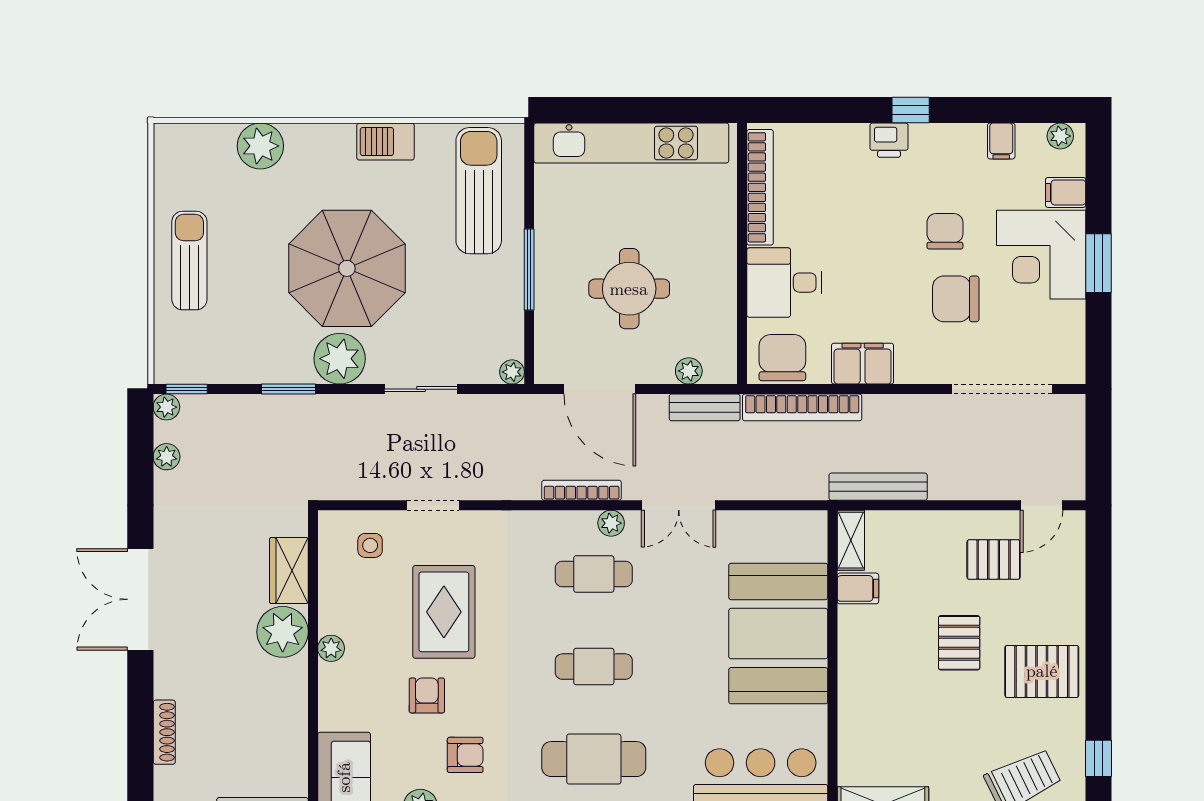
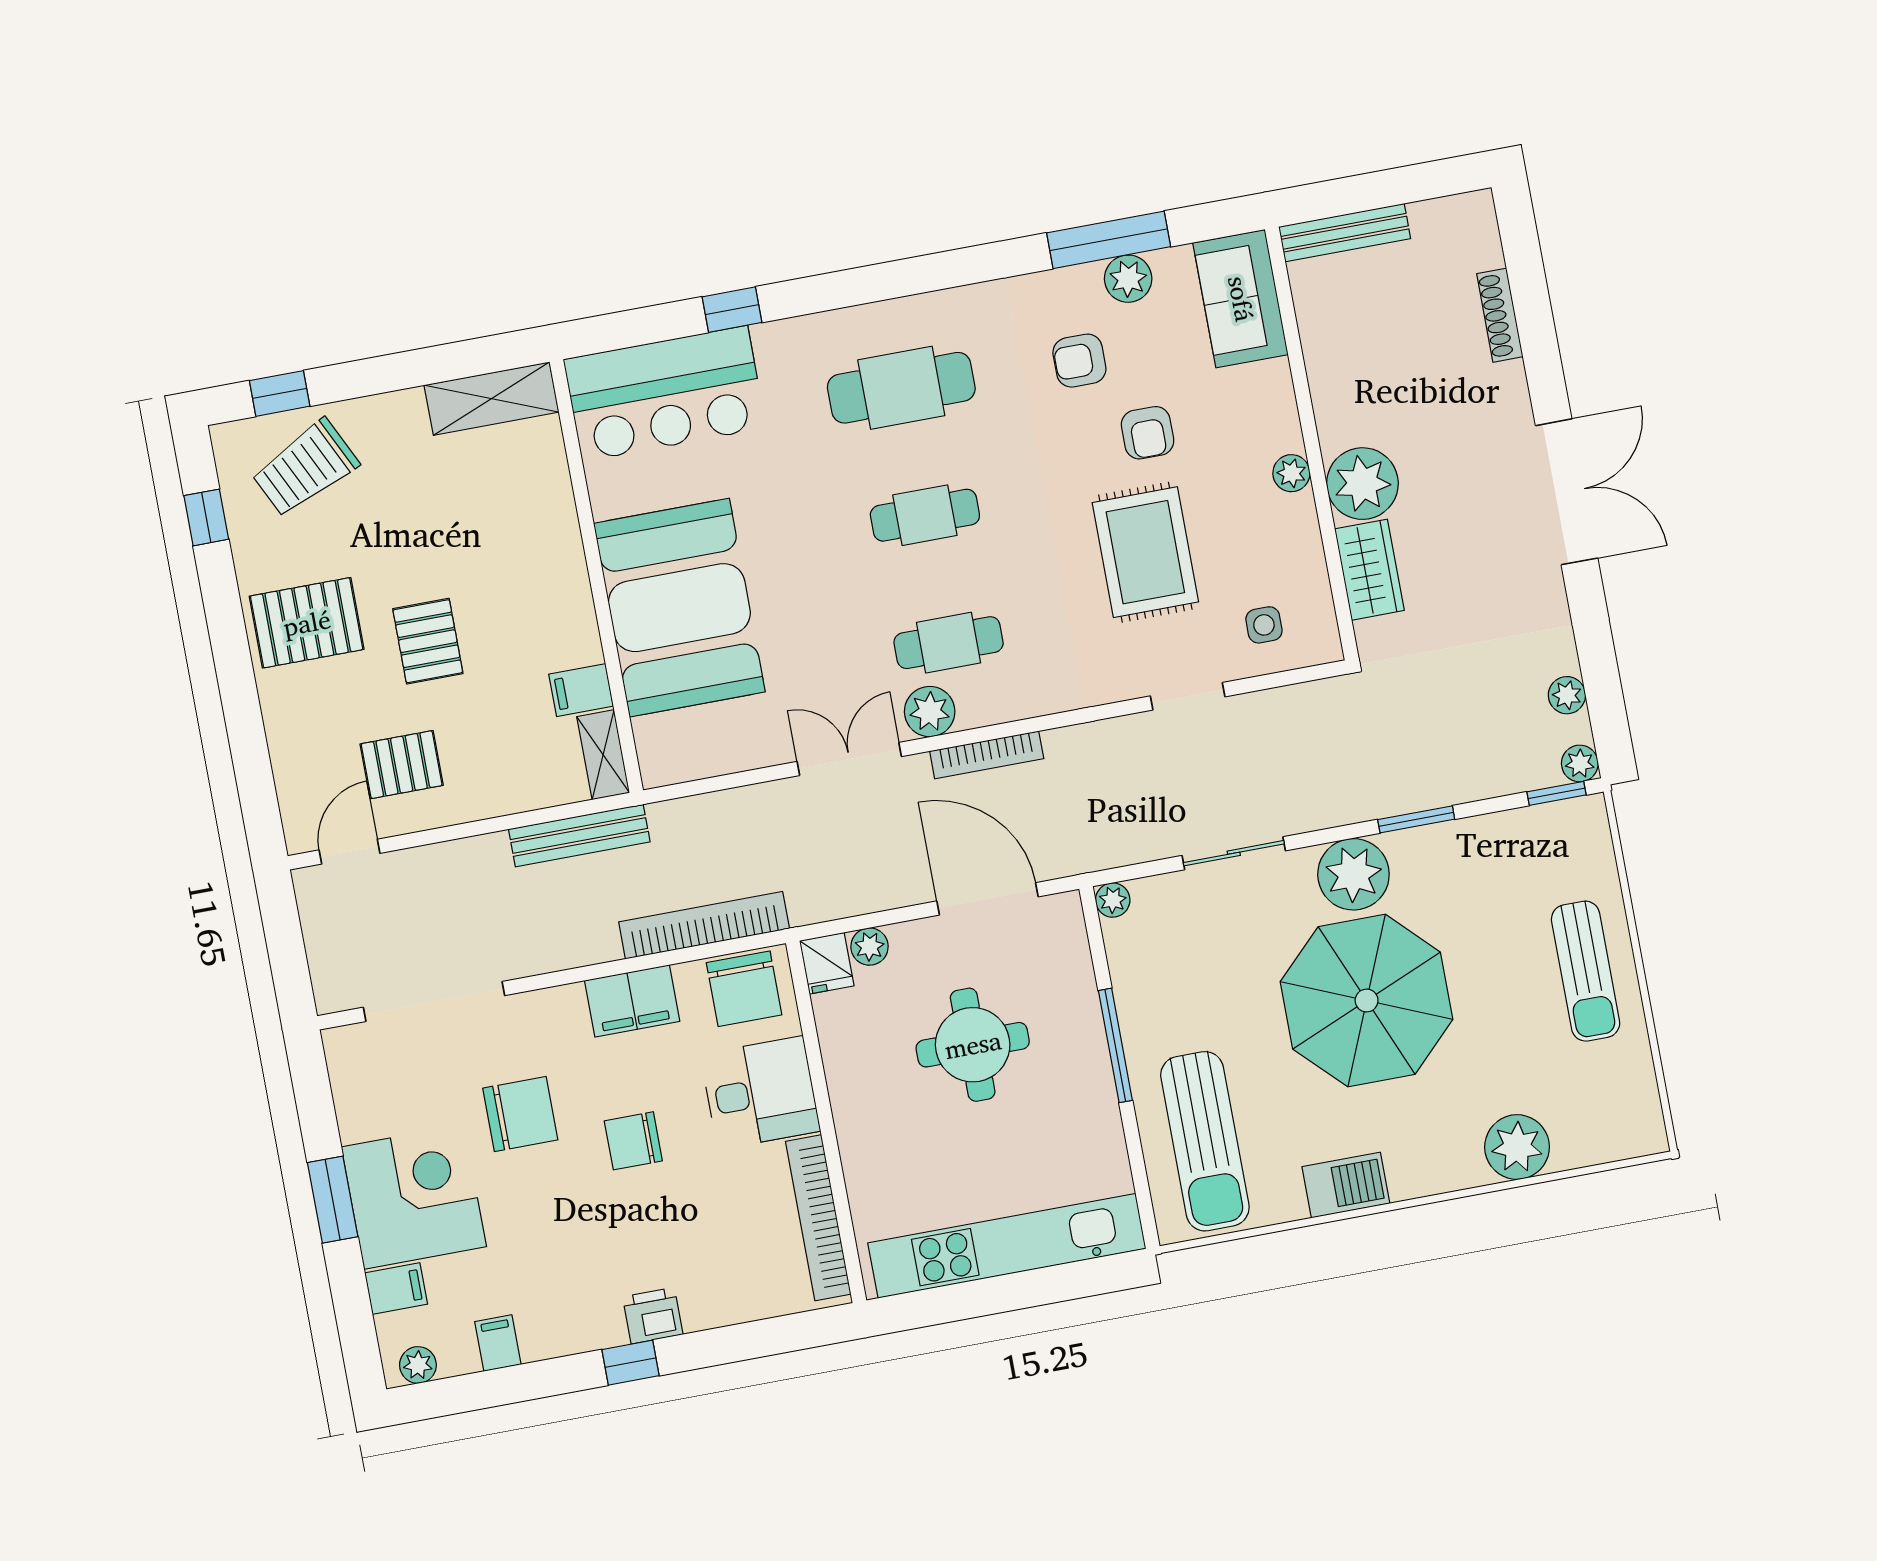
chair: (945, 231) -> (633, 1141), moved, turned 90
fridge: (721, 365) -> (827, 963), added
bench: (705, 407) -> (838, 900), removed
plant: (611, 523) -> (930, 712), width x1.38, depth x1.38

